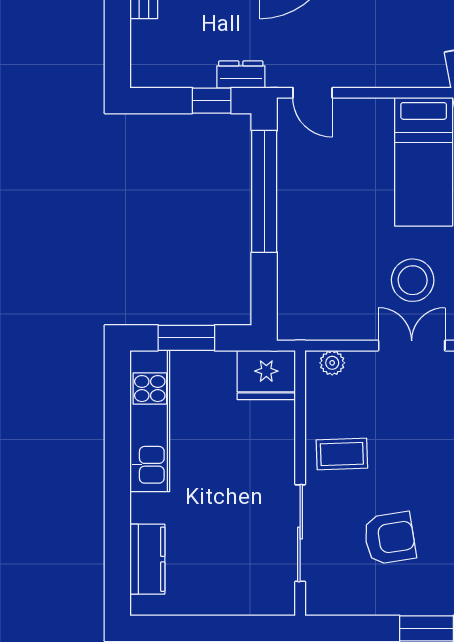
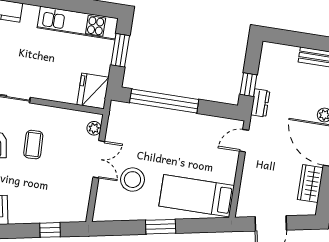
window: (264, 191) -> (164, 101), moved
double door: (412, 346) -> (99, 159), moved
coffee table: (342, 454) -> (33, 145), moved

